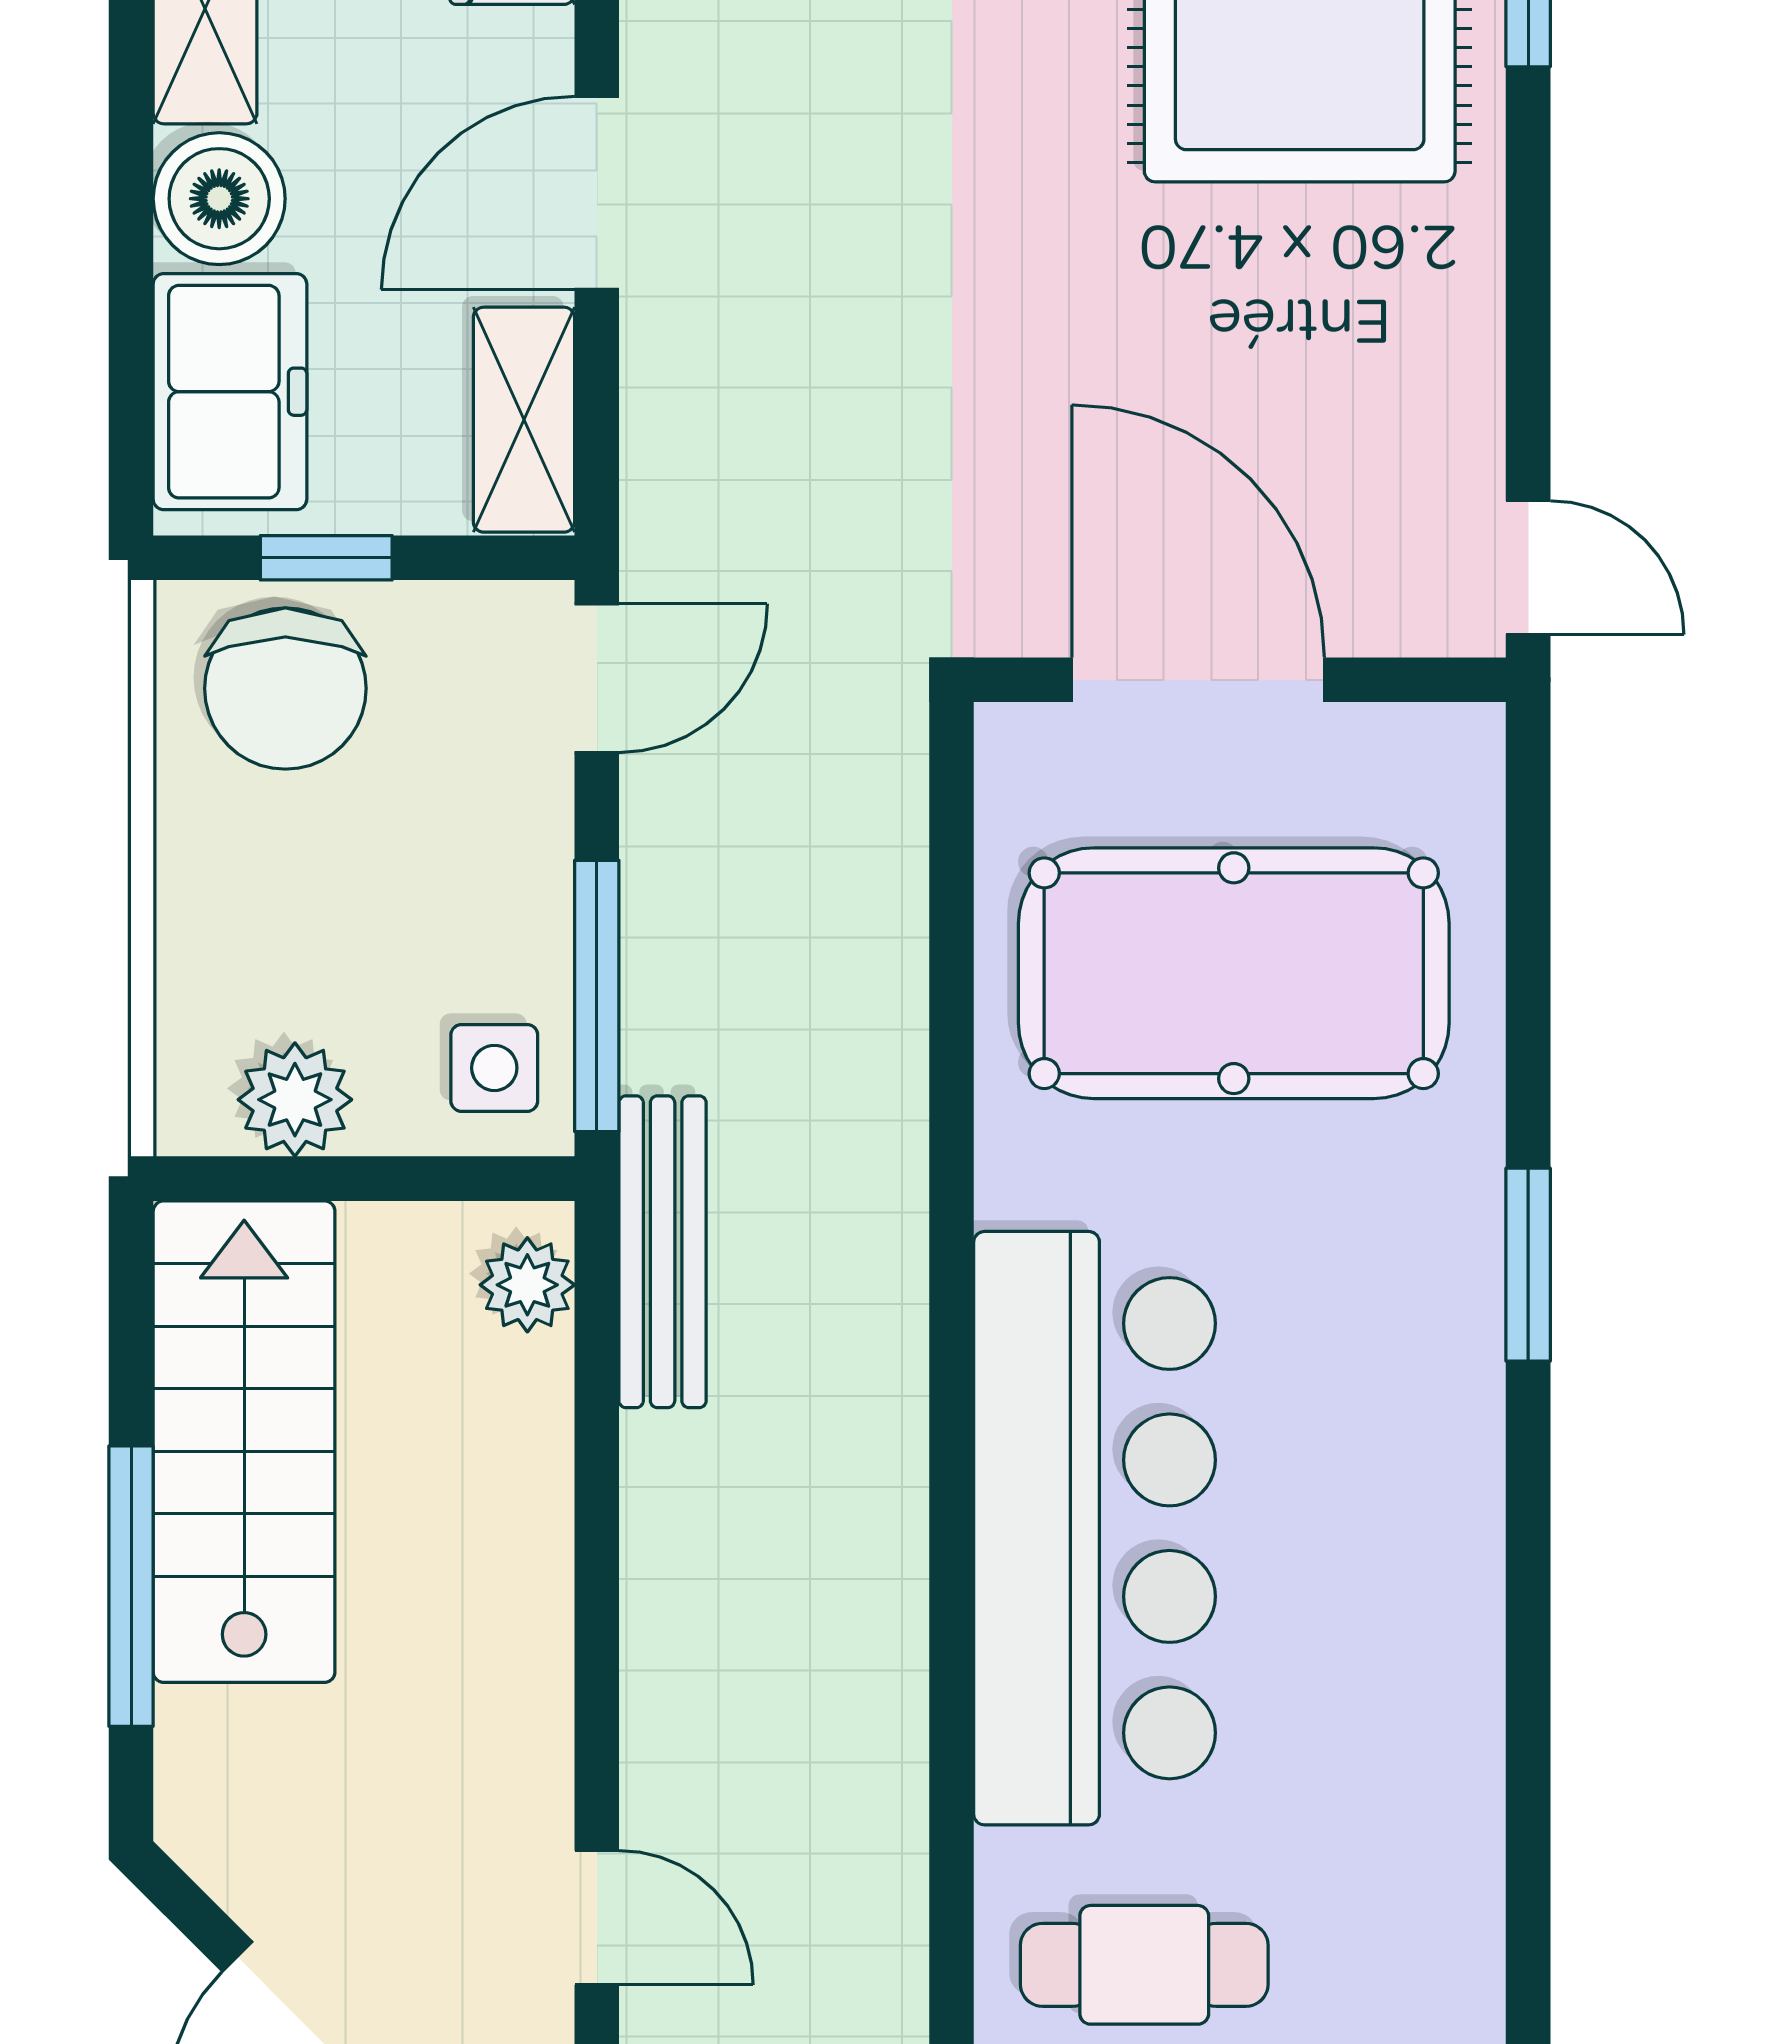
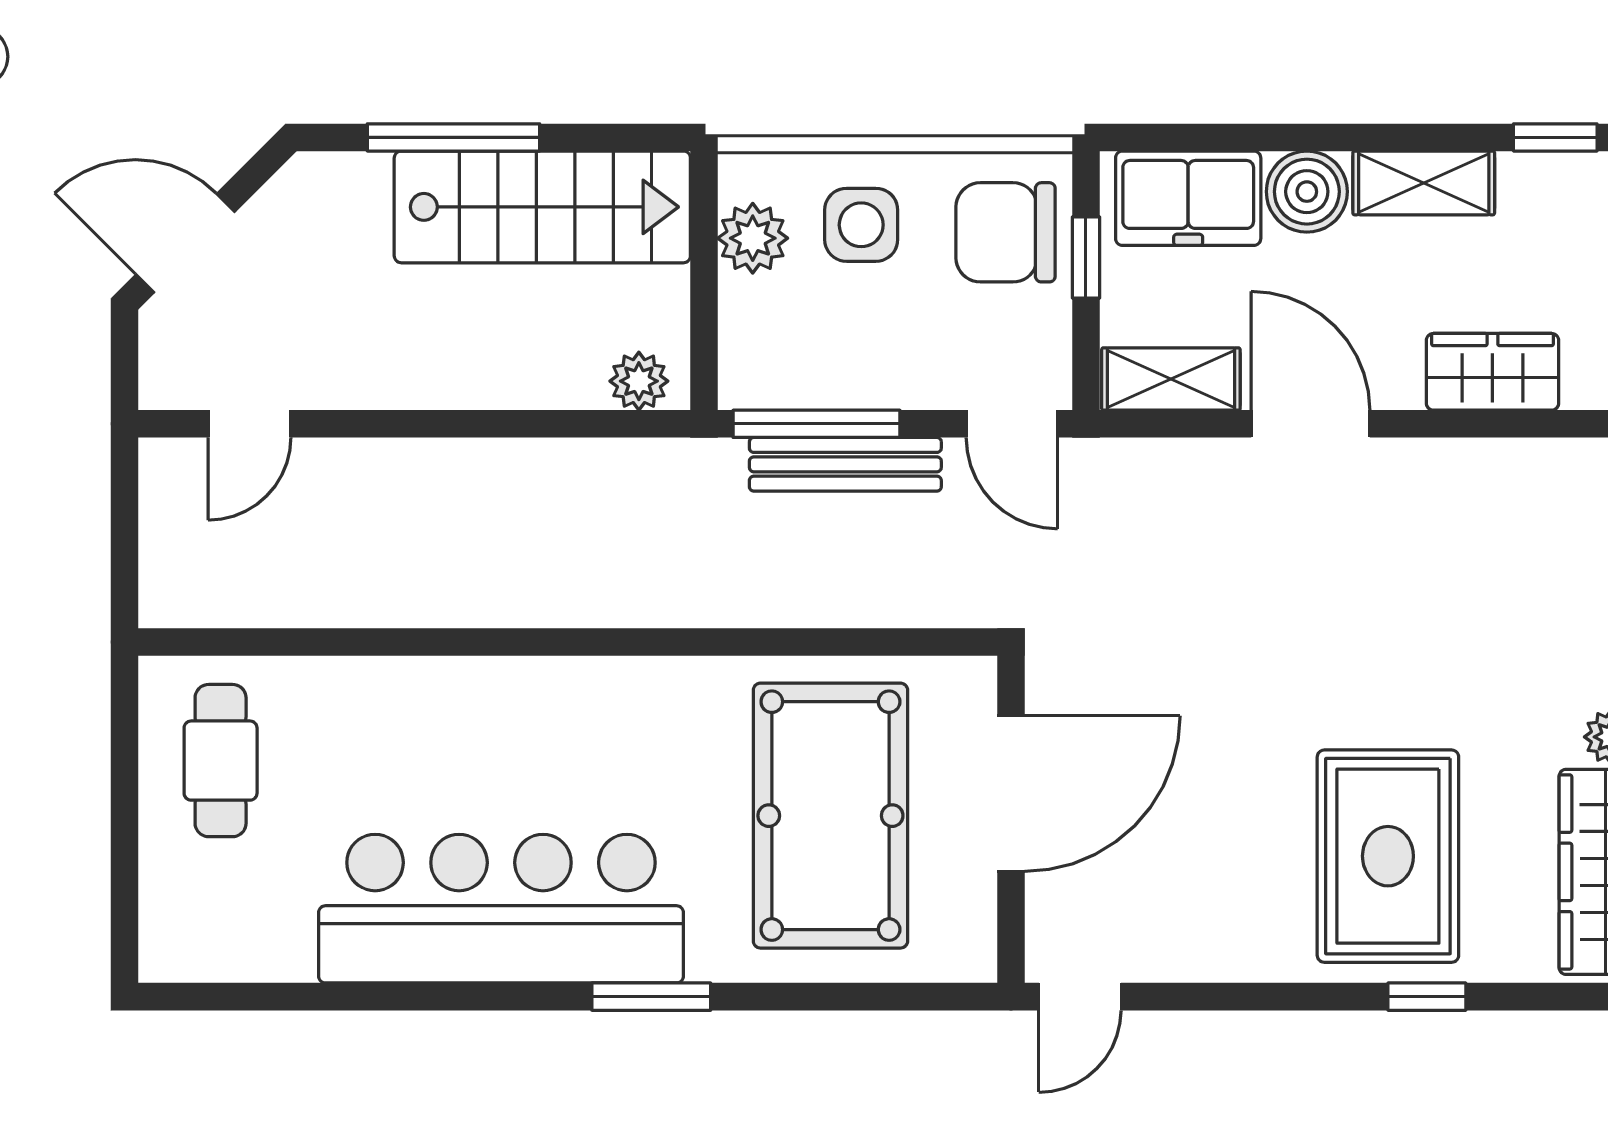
side table: (494, 1068) -> (861, 225), moved, width x1.37, depth x1.37
bench: (663, 1252) -> (845, 464), moved
bar counter: (1095, 1528) -> (501, 909), moved, turned 180

